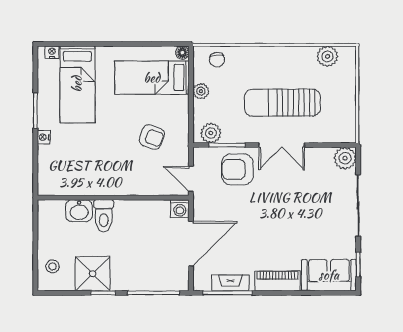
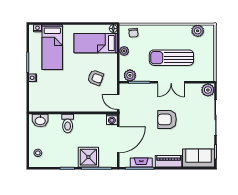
armchair: (237, 169) -> (167, 119), moved
washbasin: (79, 211) -> (40, 120), moved
shower: (93, 274) -> (88, 157), moved

